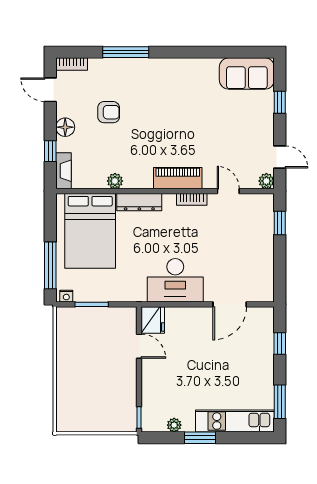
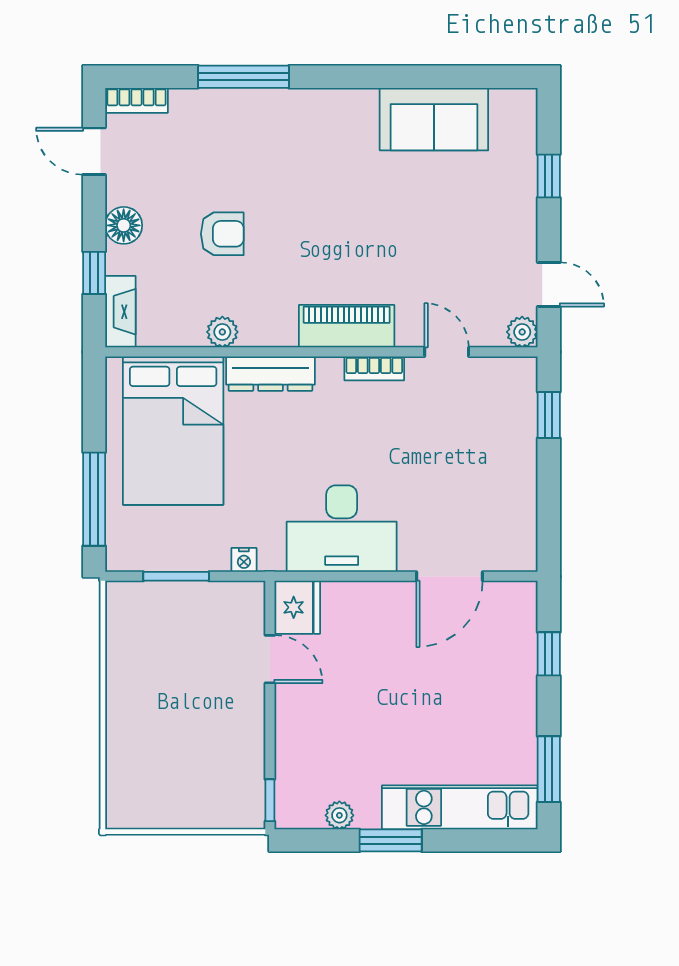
sofa: (247, 74) -> (434, 119), moved
armchair: (109, 112) -> (222, 234), moved
nightstand: (66, 296) -> (244, 560), moved

